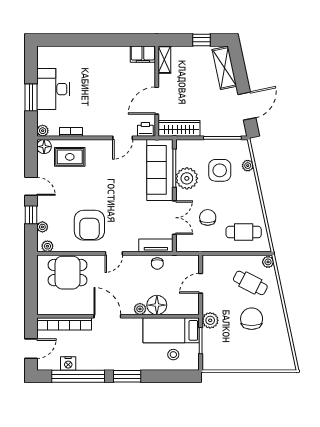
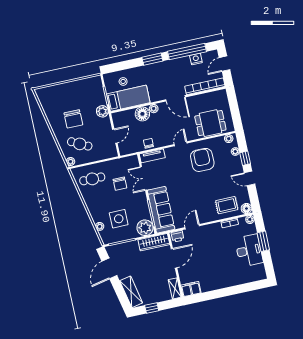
plant: (187, 178) -> (145, 228), moved

